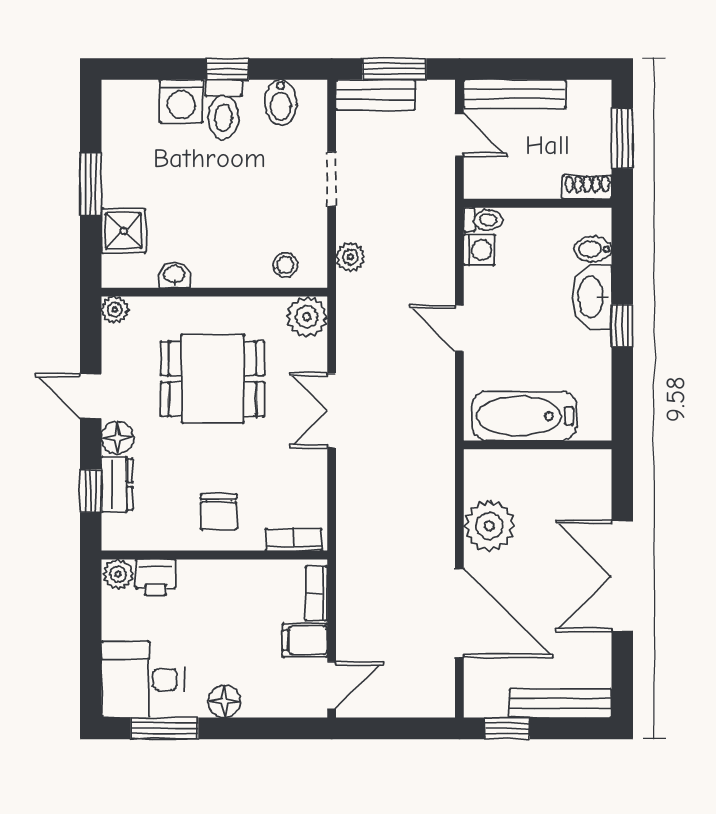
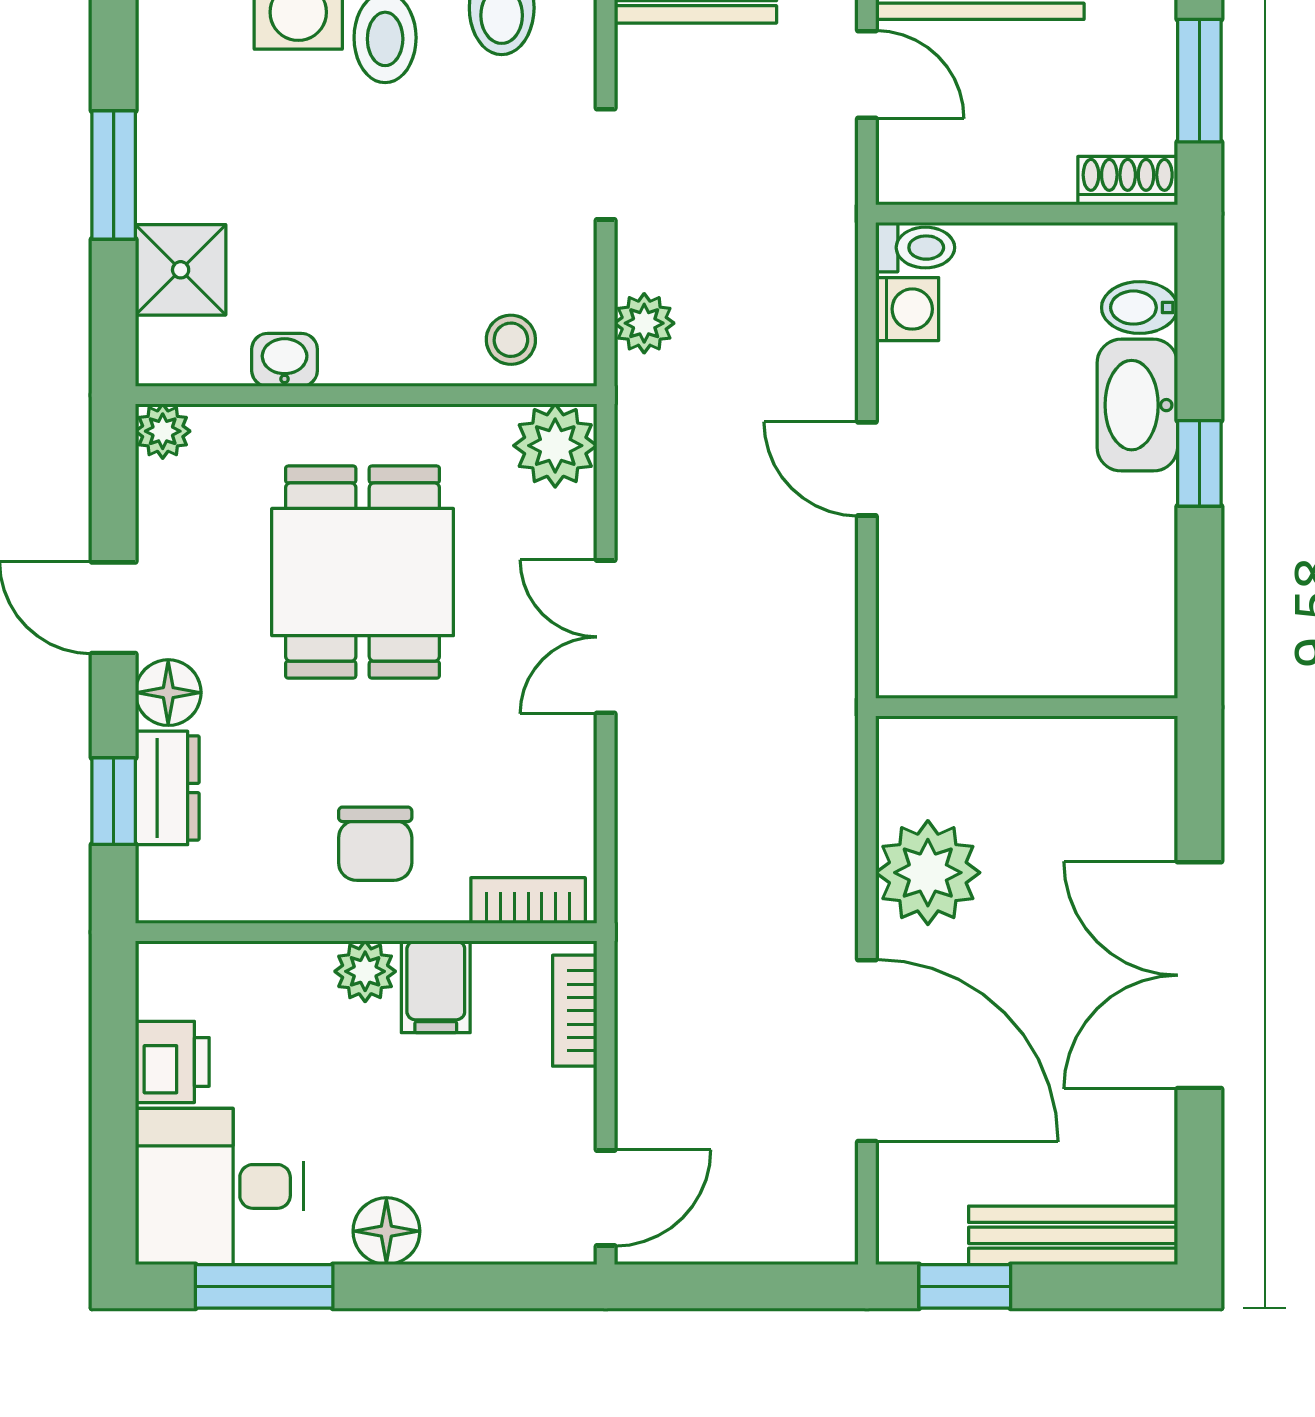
dining table: (213, 379) -> (363, 572), turned 90
bathtub: (524, 416) -> (999, 648), removed
plant: (118, 574) -> (365, 971), moved
printer: (156, 577) -> (172, 1062), moved, turned -90
filing cabinet: (305, 640) -> (436, 987), moved, turned -90

